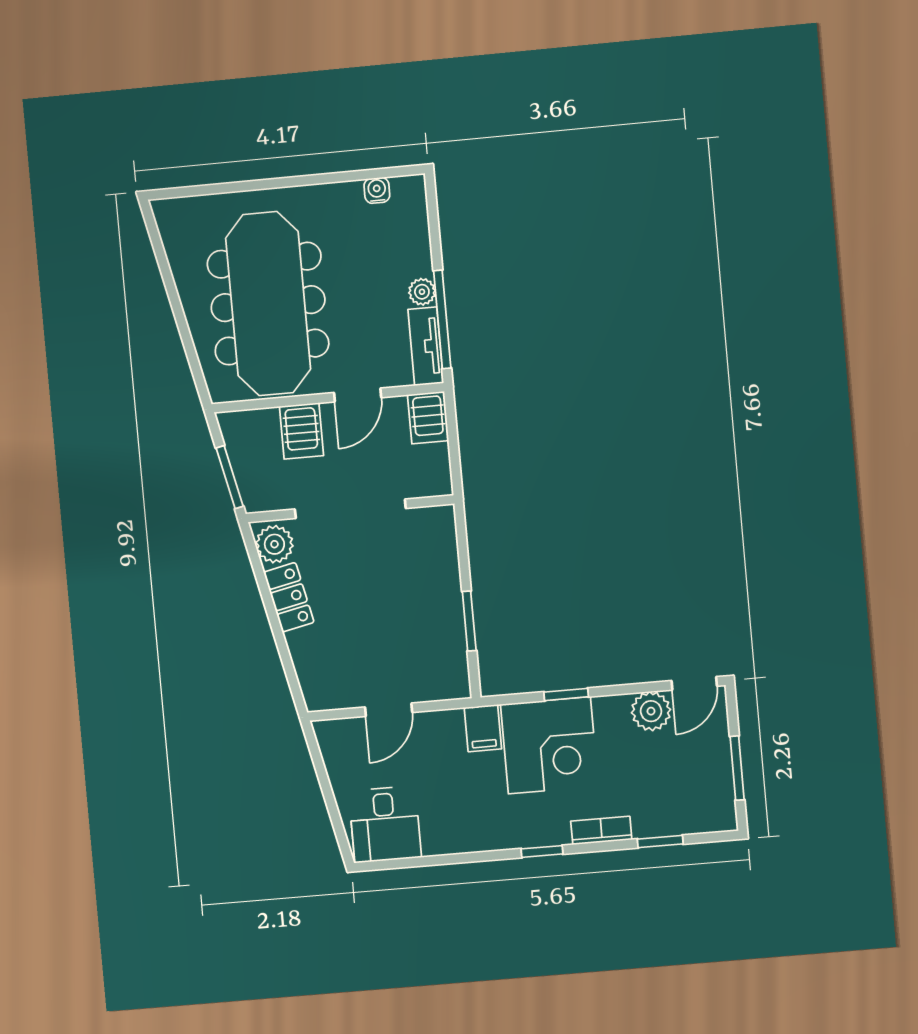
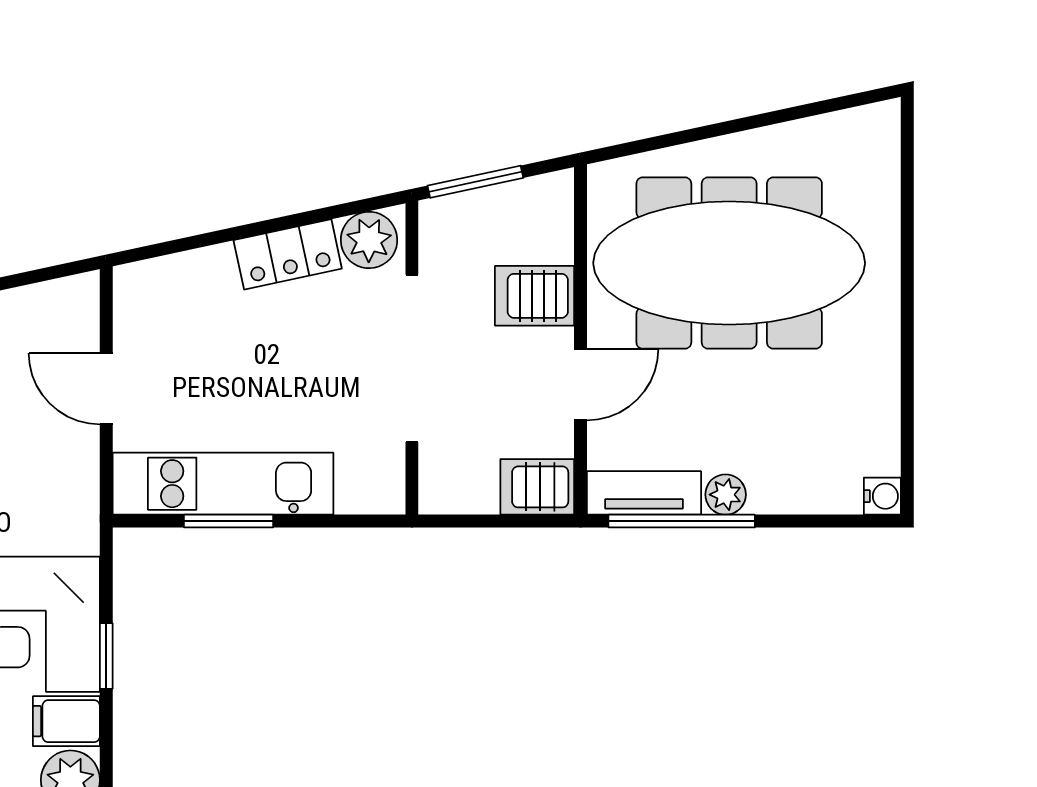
water cooler: (377, 190) -> (882, 496), moved
door: (358, 395) -> (581, 385), swing flipped
kitchen unit: (445, 627) -> (223, 484), added
filing cabinet: (483, 728) -> (66, 721), moved

